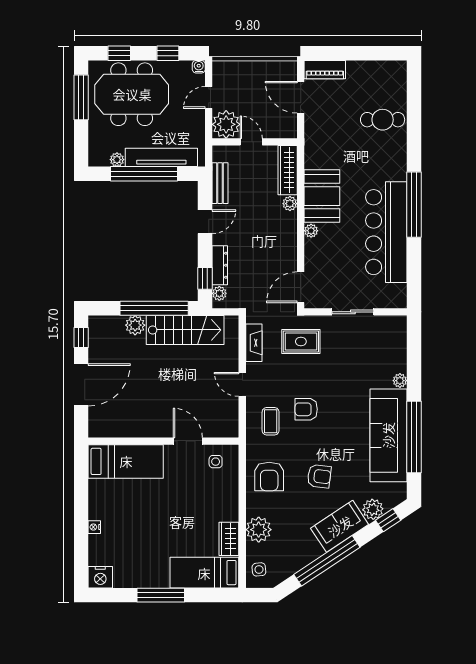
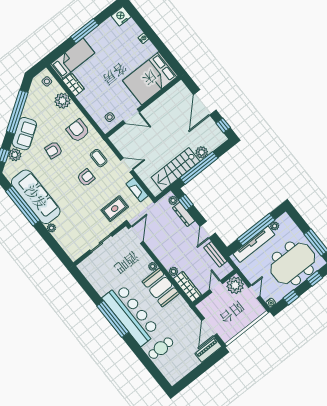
door: (301, 97) -> (209, 327), swing flipped
door: (251, 142) -> (216, 286), swing flipped
bar counter: (386, 232) -> (131, 314), moved
bed: (126, 461) -> (150, 78), width x1.50

